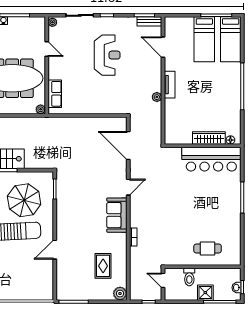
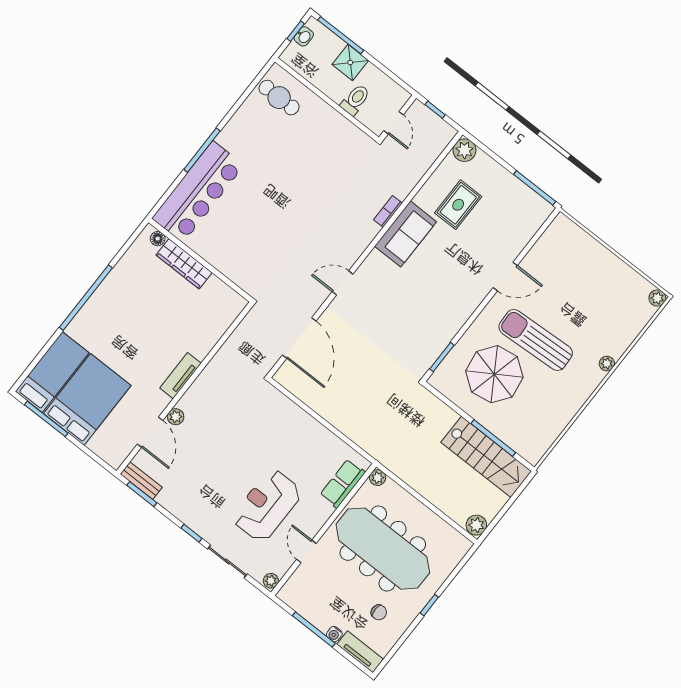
bed: (204, 39) -> (87, 399), width x1.50
reception desk: (107, 55) -> (267, 505), moved
plant: (157, 97) -> (176, 417), moved
bar counter: (211, 159) -> (198, 192), moved, turned 90
sofa: (117, 215) -> (406, 234), moved
cafe table: (208, 249) -> (279, 98), moved

